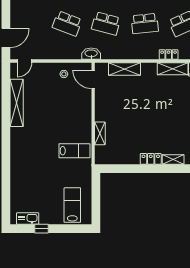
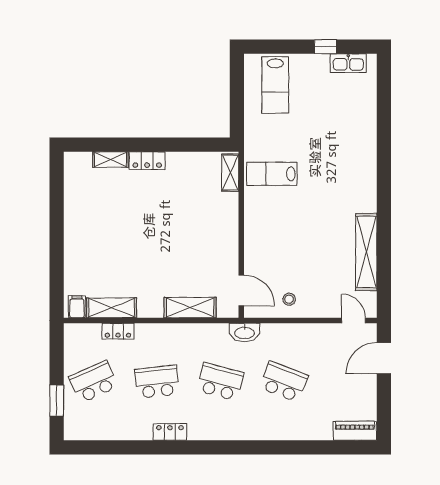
door: (24, 61) -> (354, 320), hinge flipped
shelving: (100, 133) -> (230, 173), moved

